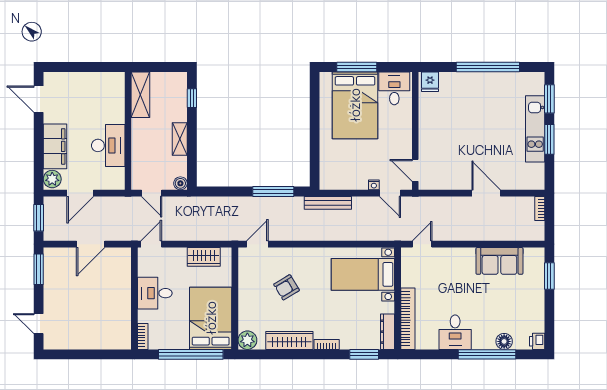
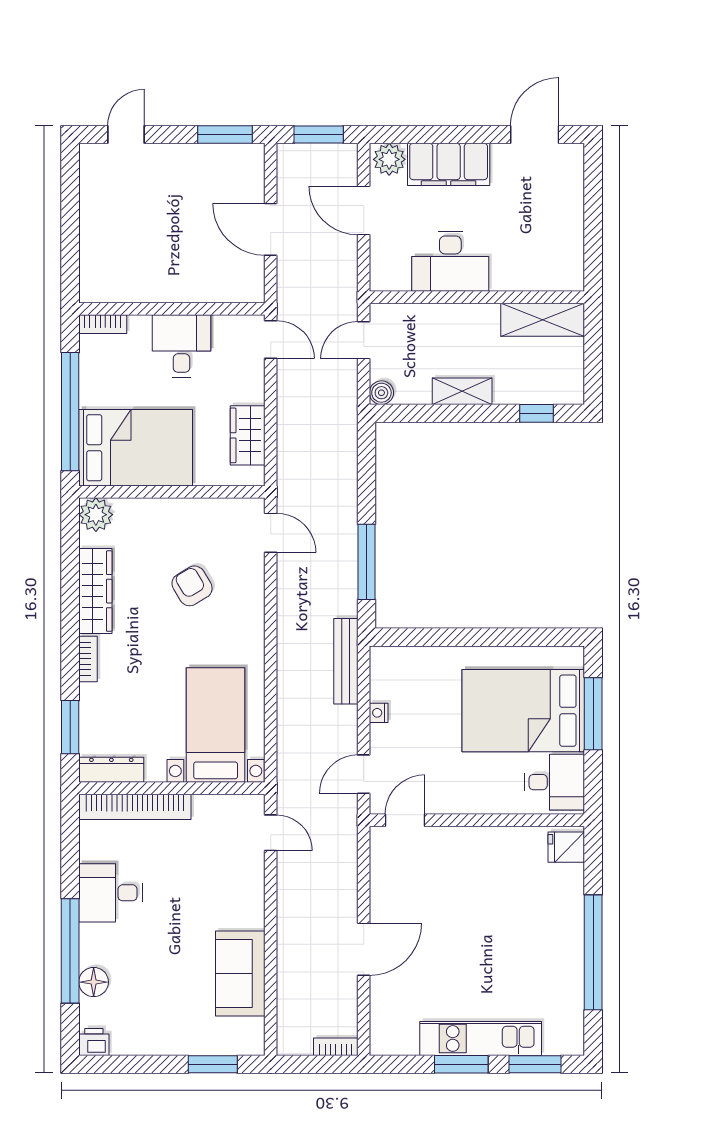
nightstand: (374, 185) -> (379, 713), moved

